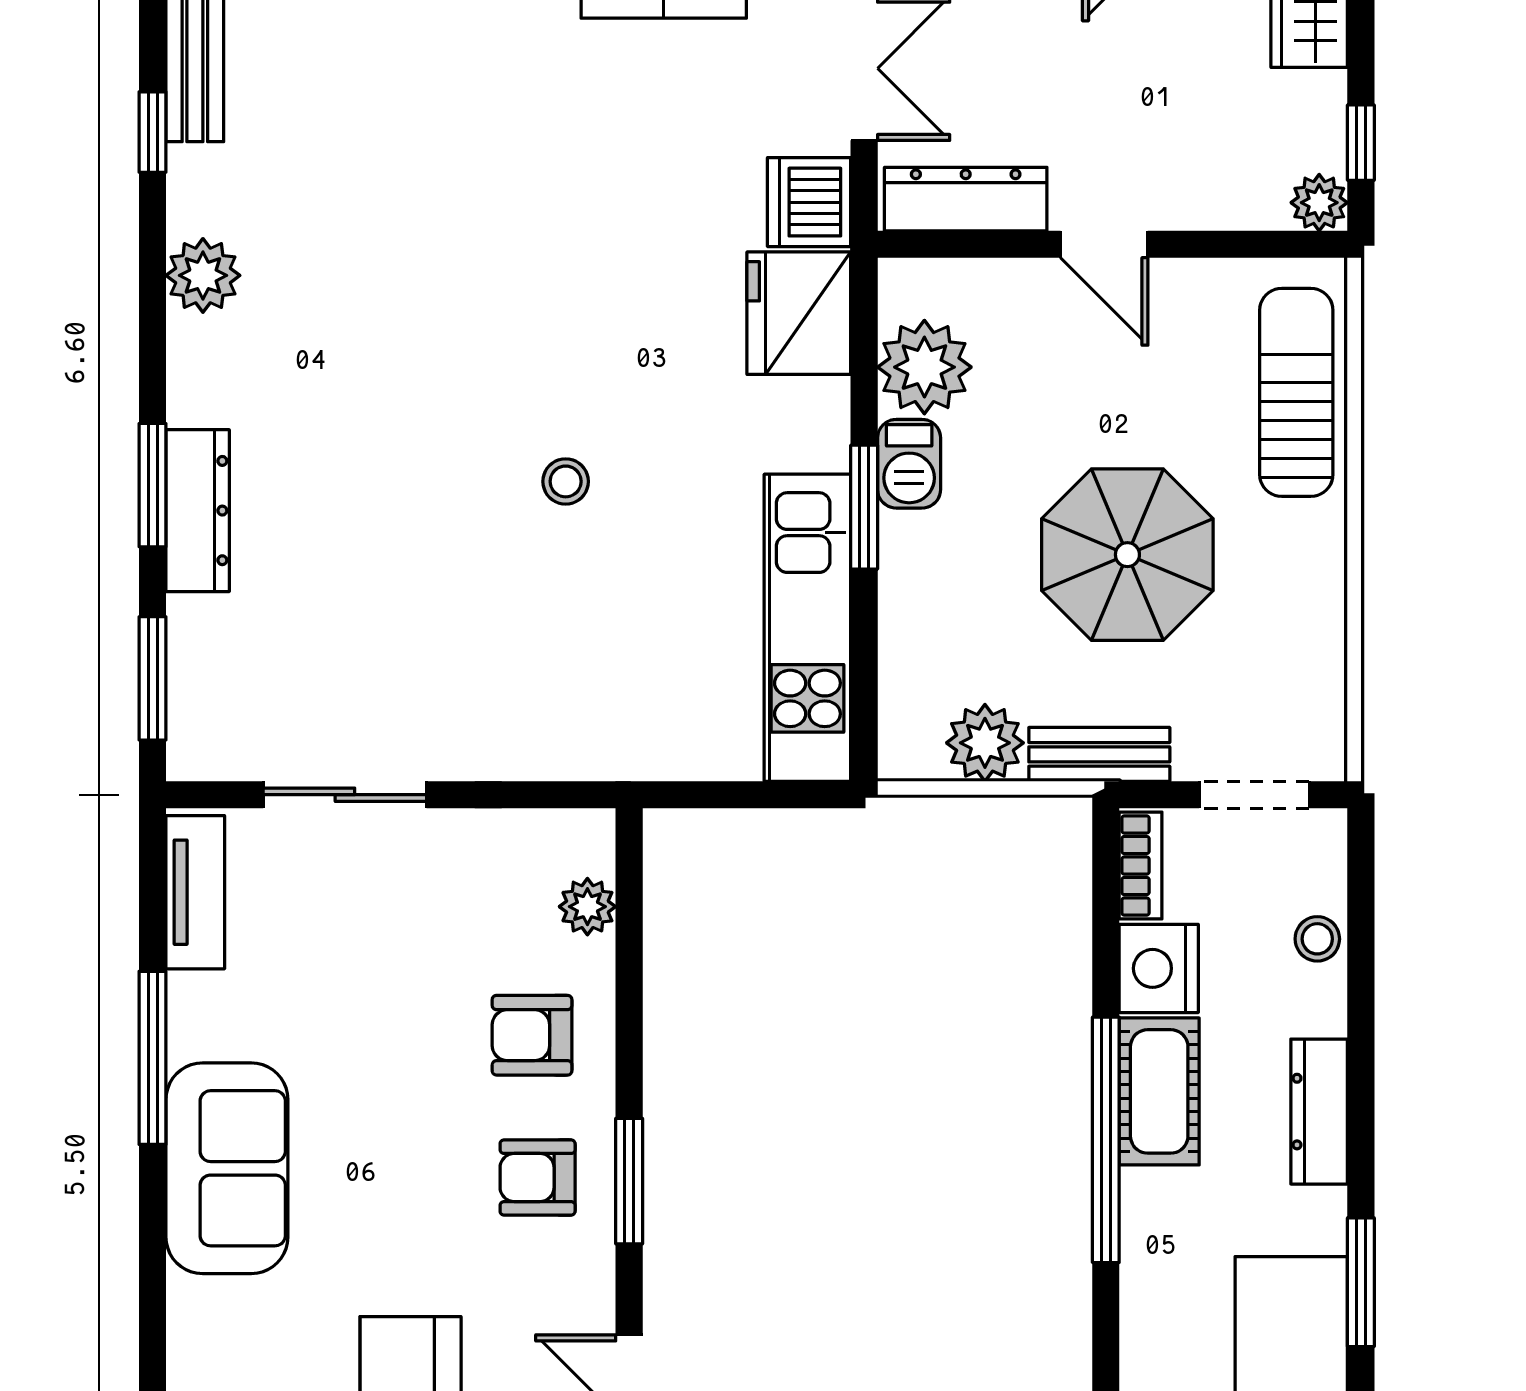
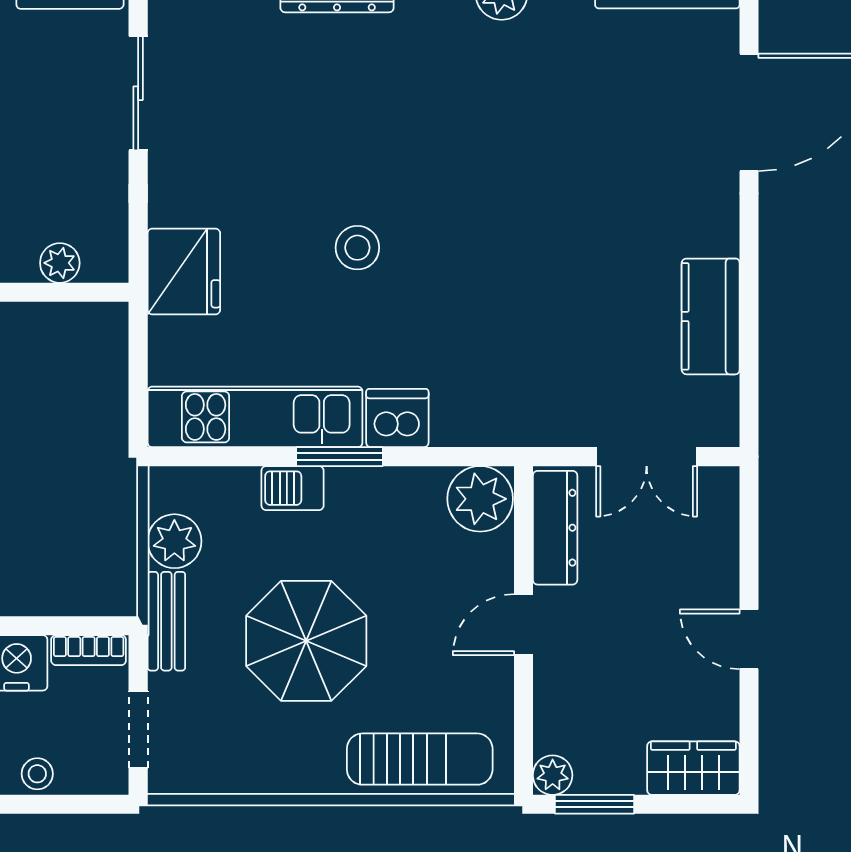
window: (1361, 143) -> (595, 804), width x1.50
dishwasher: (809, 202) -> (397, 418), moved
fridge: (799, 313) -> (184, 272), moved, turned 90
plant: (924, 367) -> (480, 499), moved
barbecue: (909, 464) -> (293, 488), moved
stool: (566, 481) -> (357, 248), width x1.37, depth x1.37

